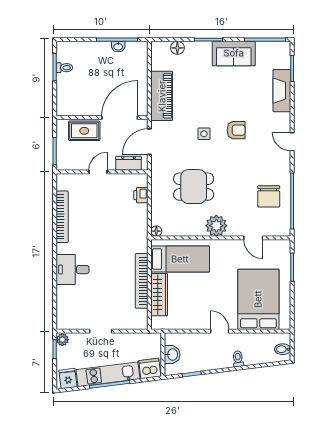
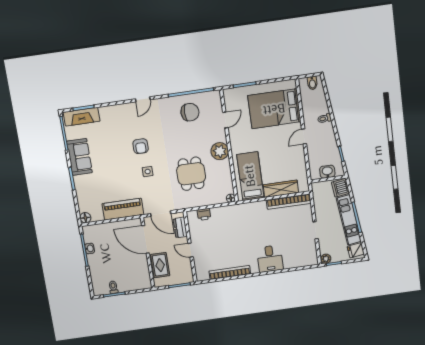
floor lamp: (177, 48) -> (85, 218), moved
fireplace: (282, 91) -> (82, 117), moved
armchair: (236, 130) -> (141, 146), turned 180
bookcase: (142, 281) -> (289, 202), moved

